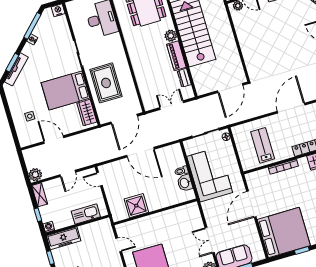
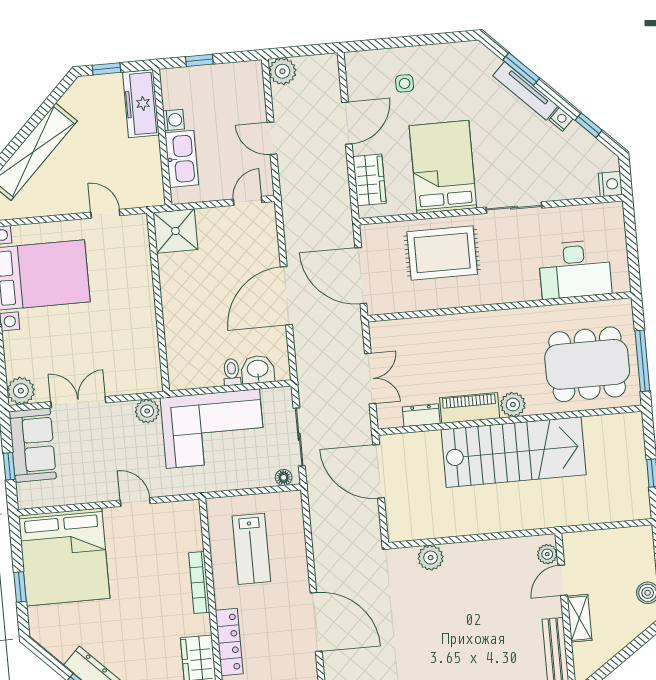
window: (32, 26) -> (589, 125), width x0.46
plant: (250, 60) -> (431, 558), added
tv unit: (16, 69) -> (525, 91), moved
door: (230, 88) -> (379, 471), moved
wardrobe: (87, 113) -> (369, 180), moved, turned 90
lab bench: (263, 145) -> (251, 549), turned 90
washbasin: (185, 183) -> (258, 369), moved
shelving: (40, 195) -> (240, 72), removed
door: (251, 204) -> (135, 502), width x0.53
shower: (136, 206) -> (175, 231), moved
plant: (208, 207) -> (147, 411), added
washing machine: (49, 227) -> (174, 120), moved
door: (119, 245) -> (105, 214), swing flipped

